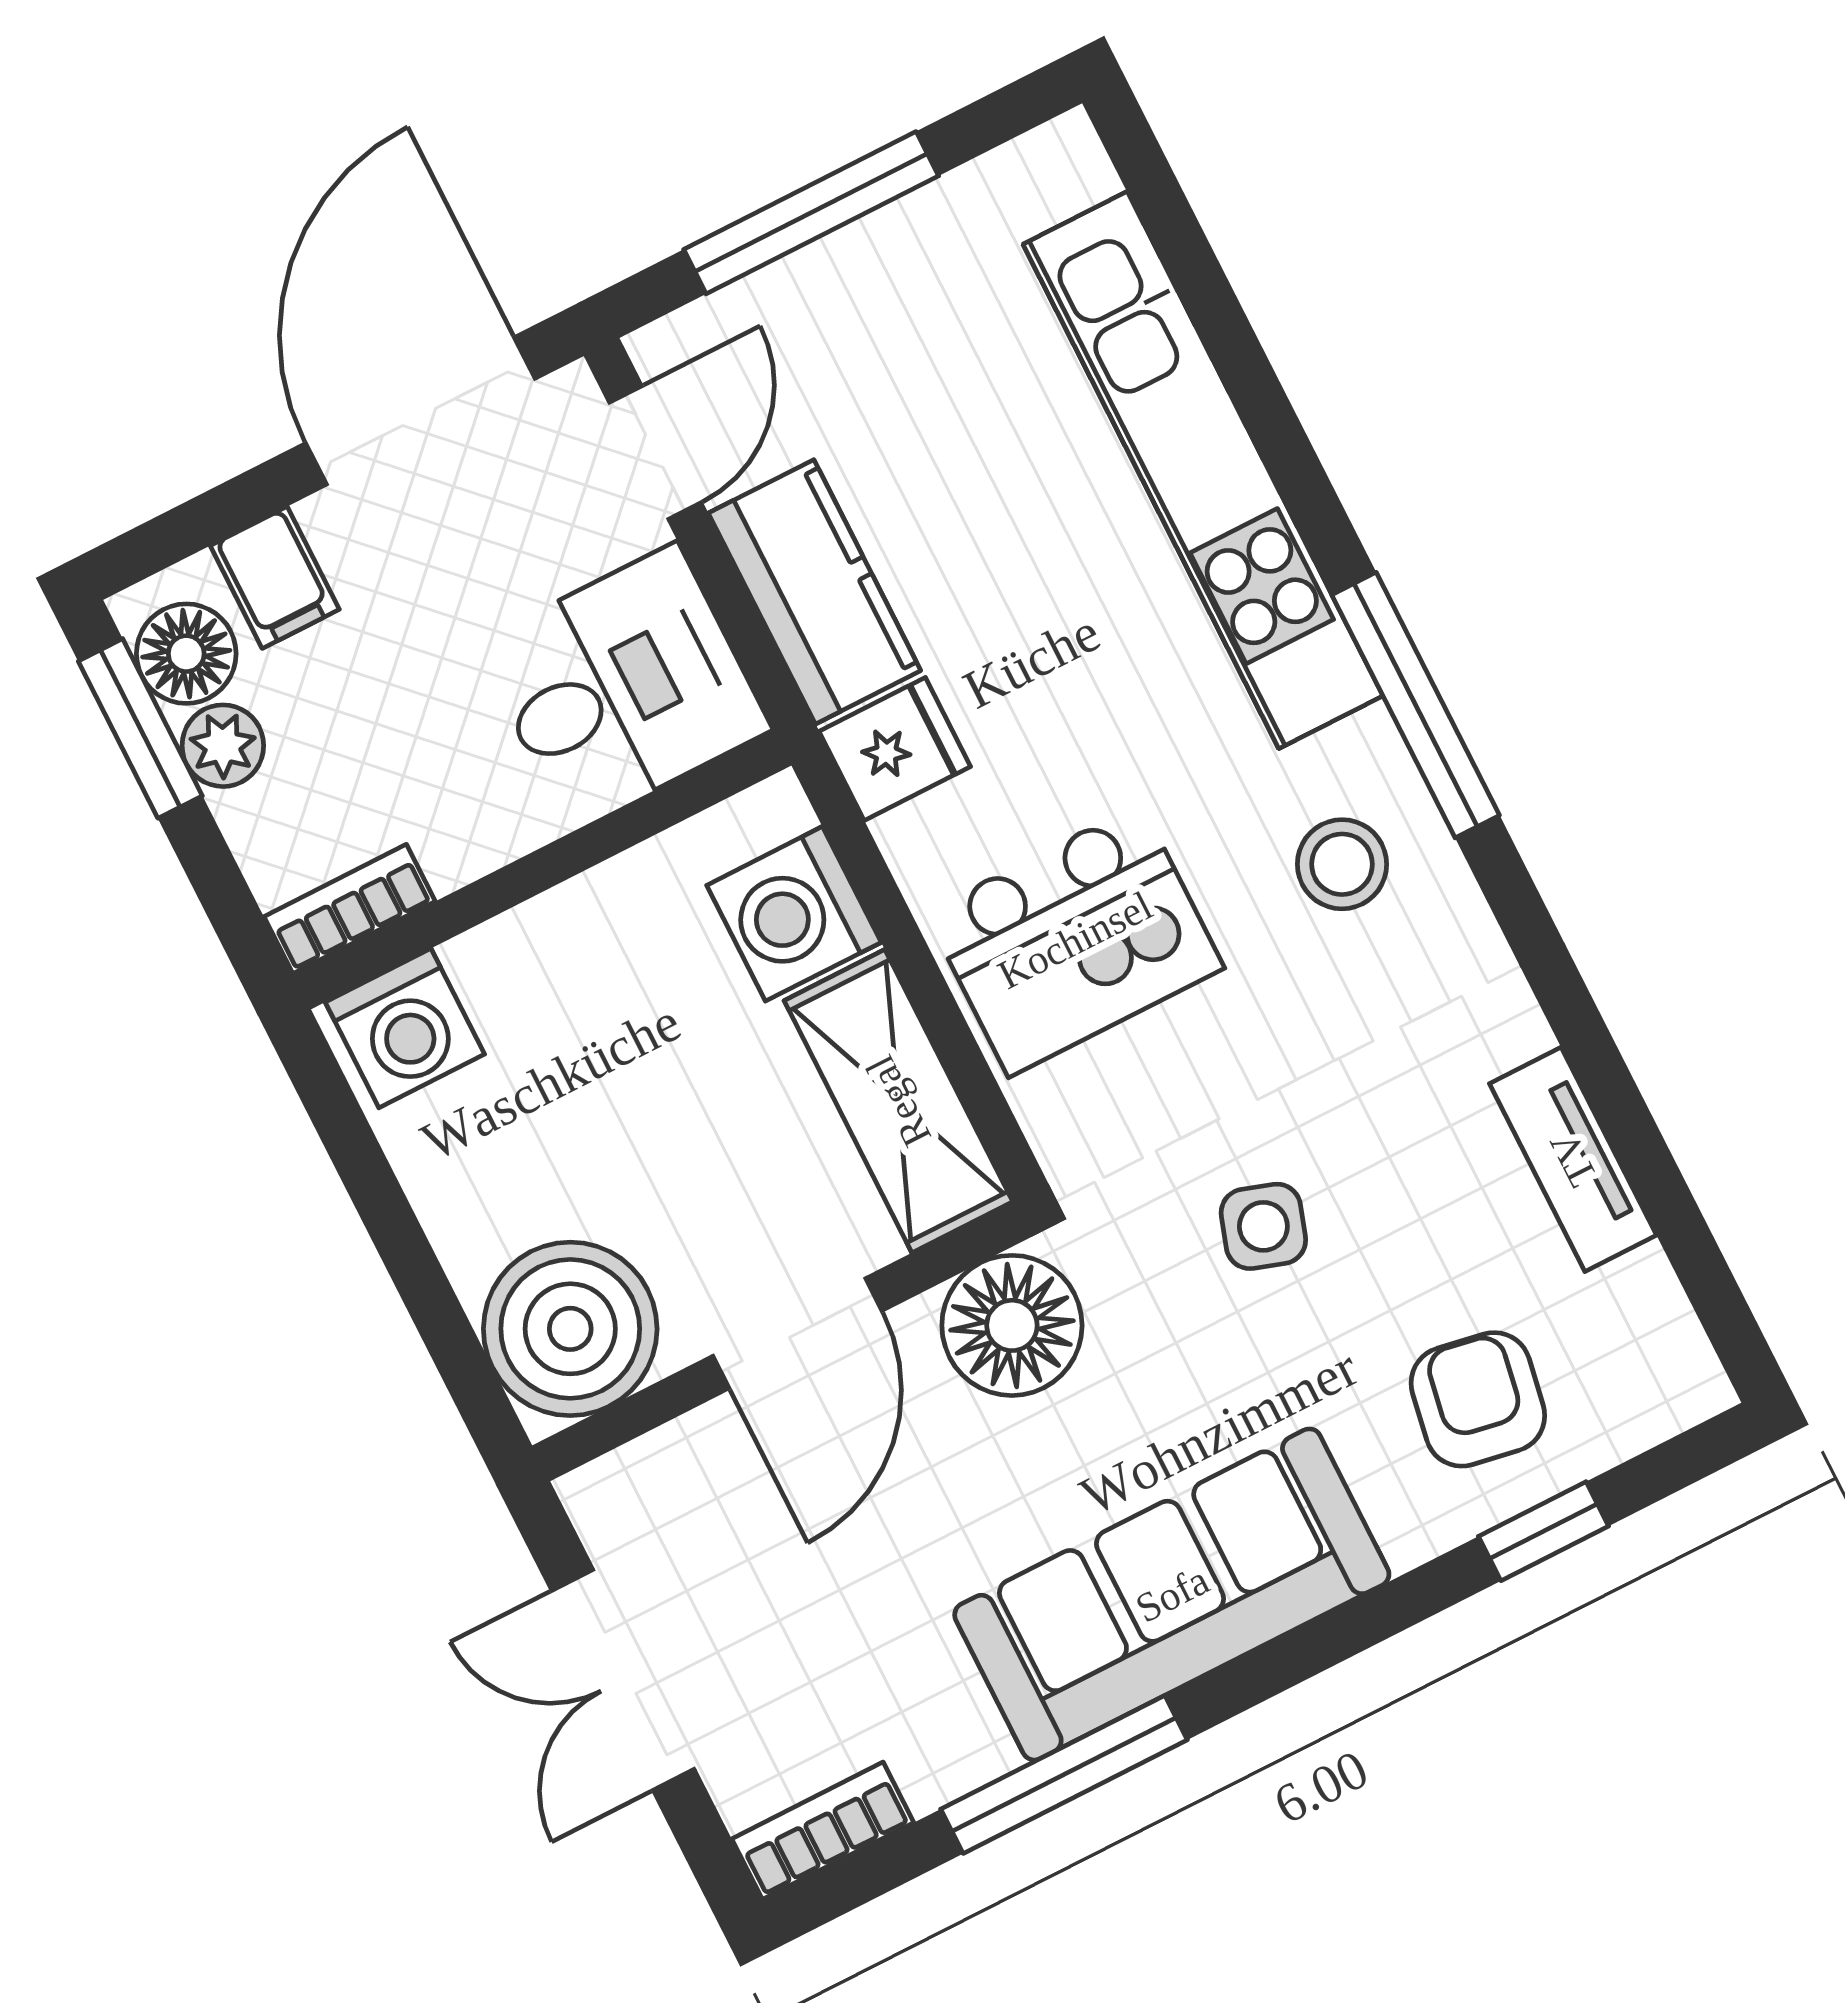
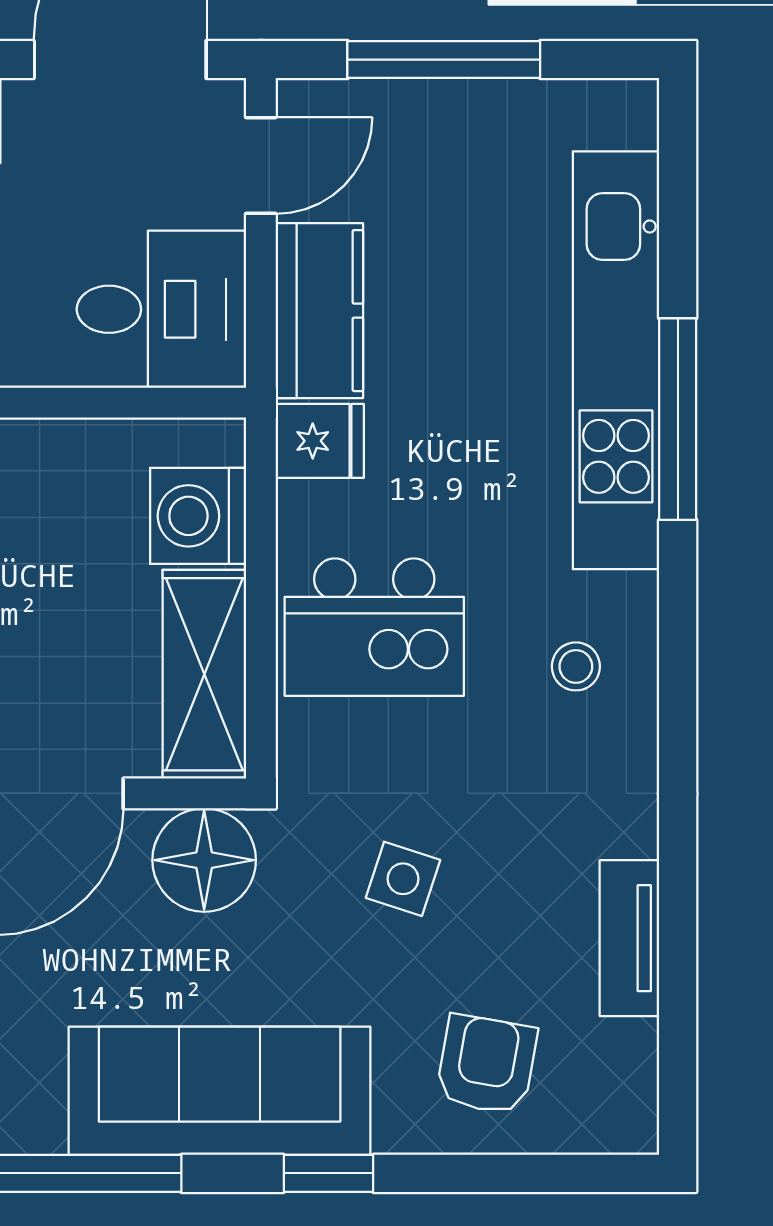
window: (1416, 705) -> (678, 419), moved
stool: (1342, 864) -> (576, 666), width x0.73, depth x0.73
window: (1543, 1531) -> (328, 1173), moved

